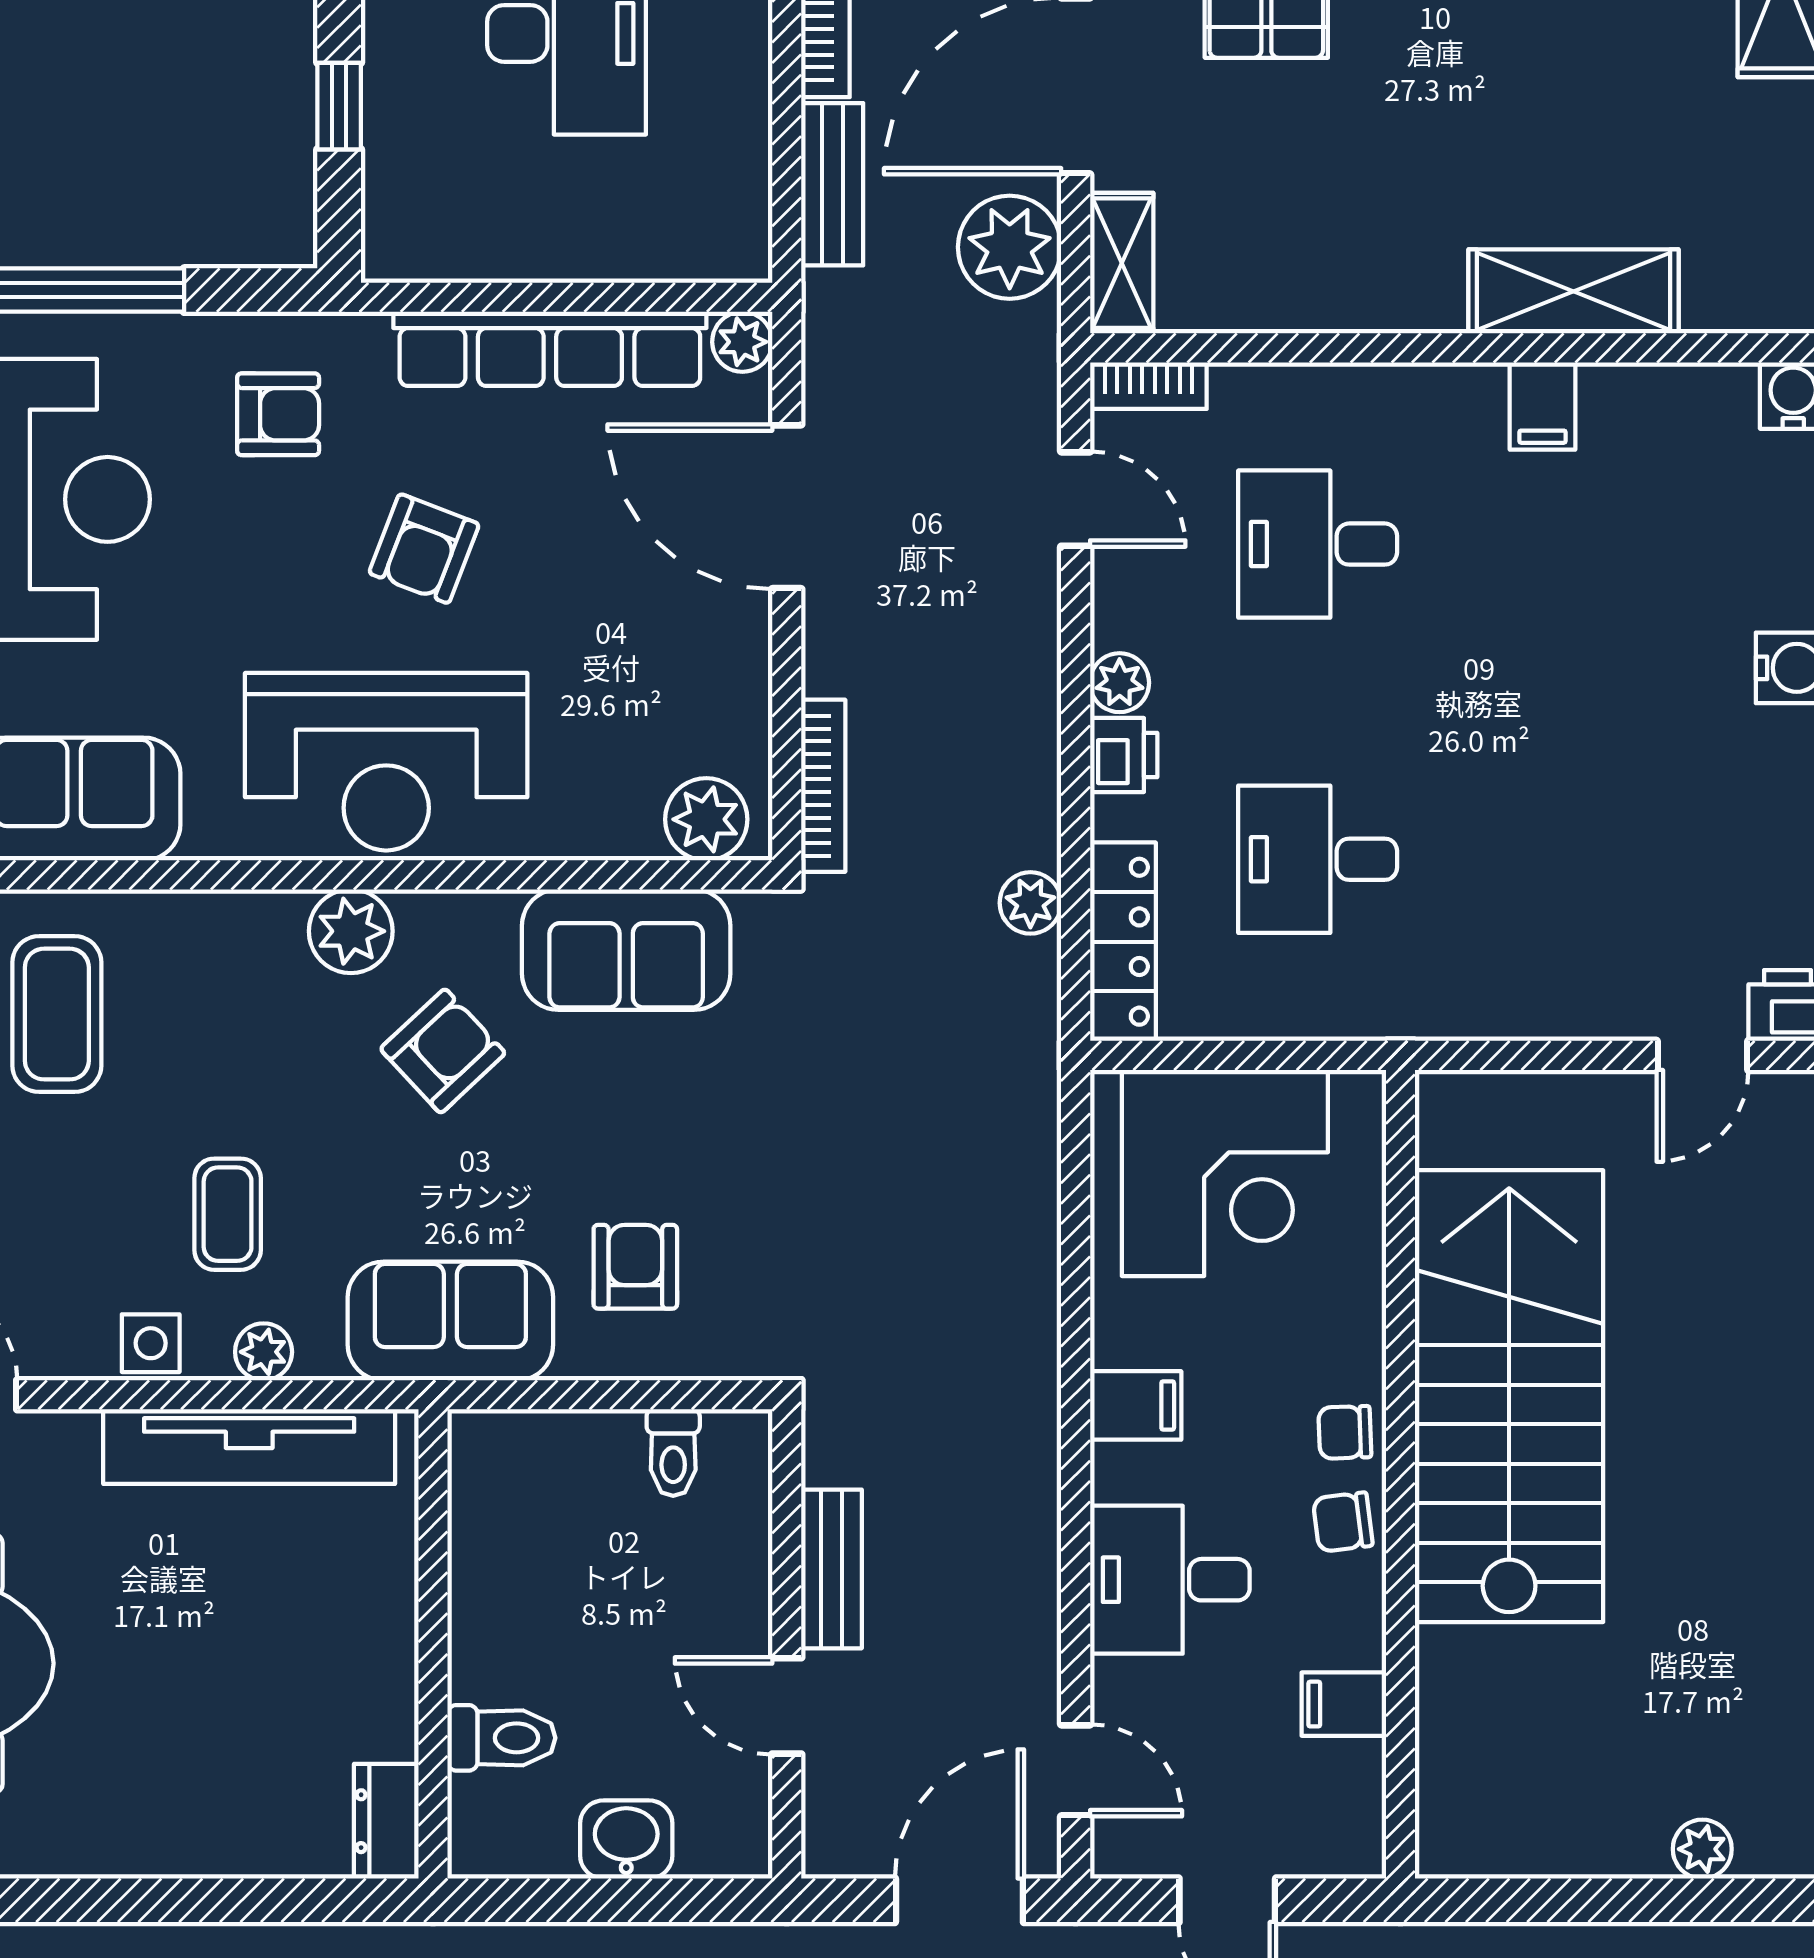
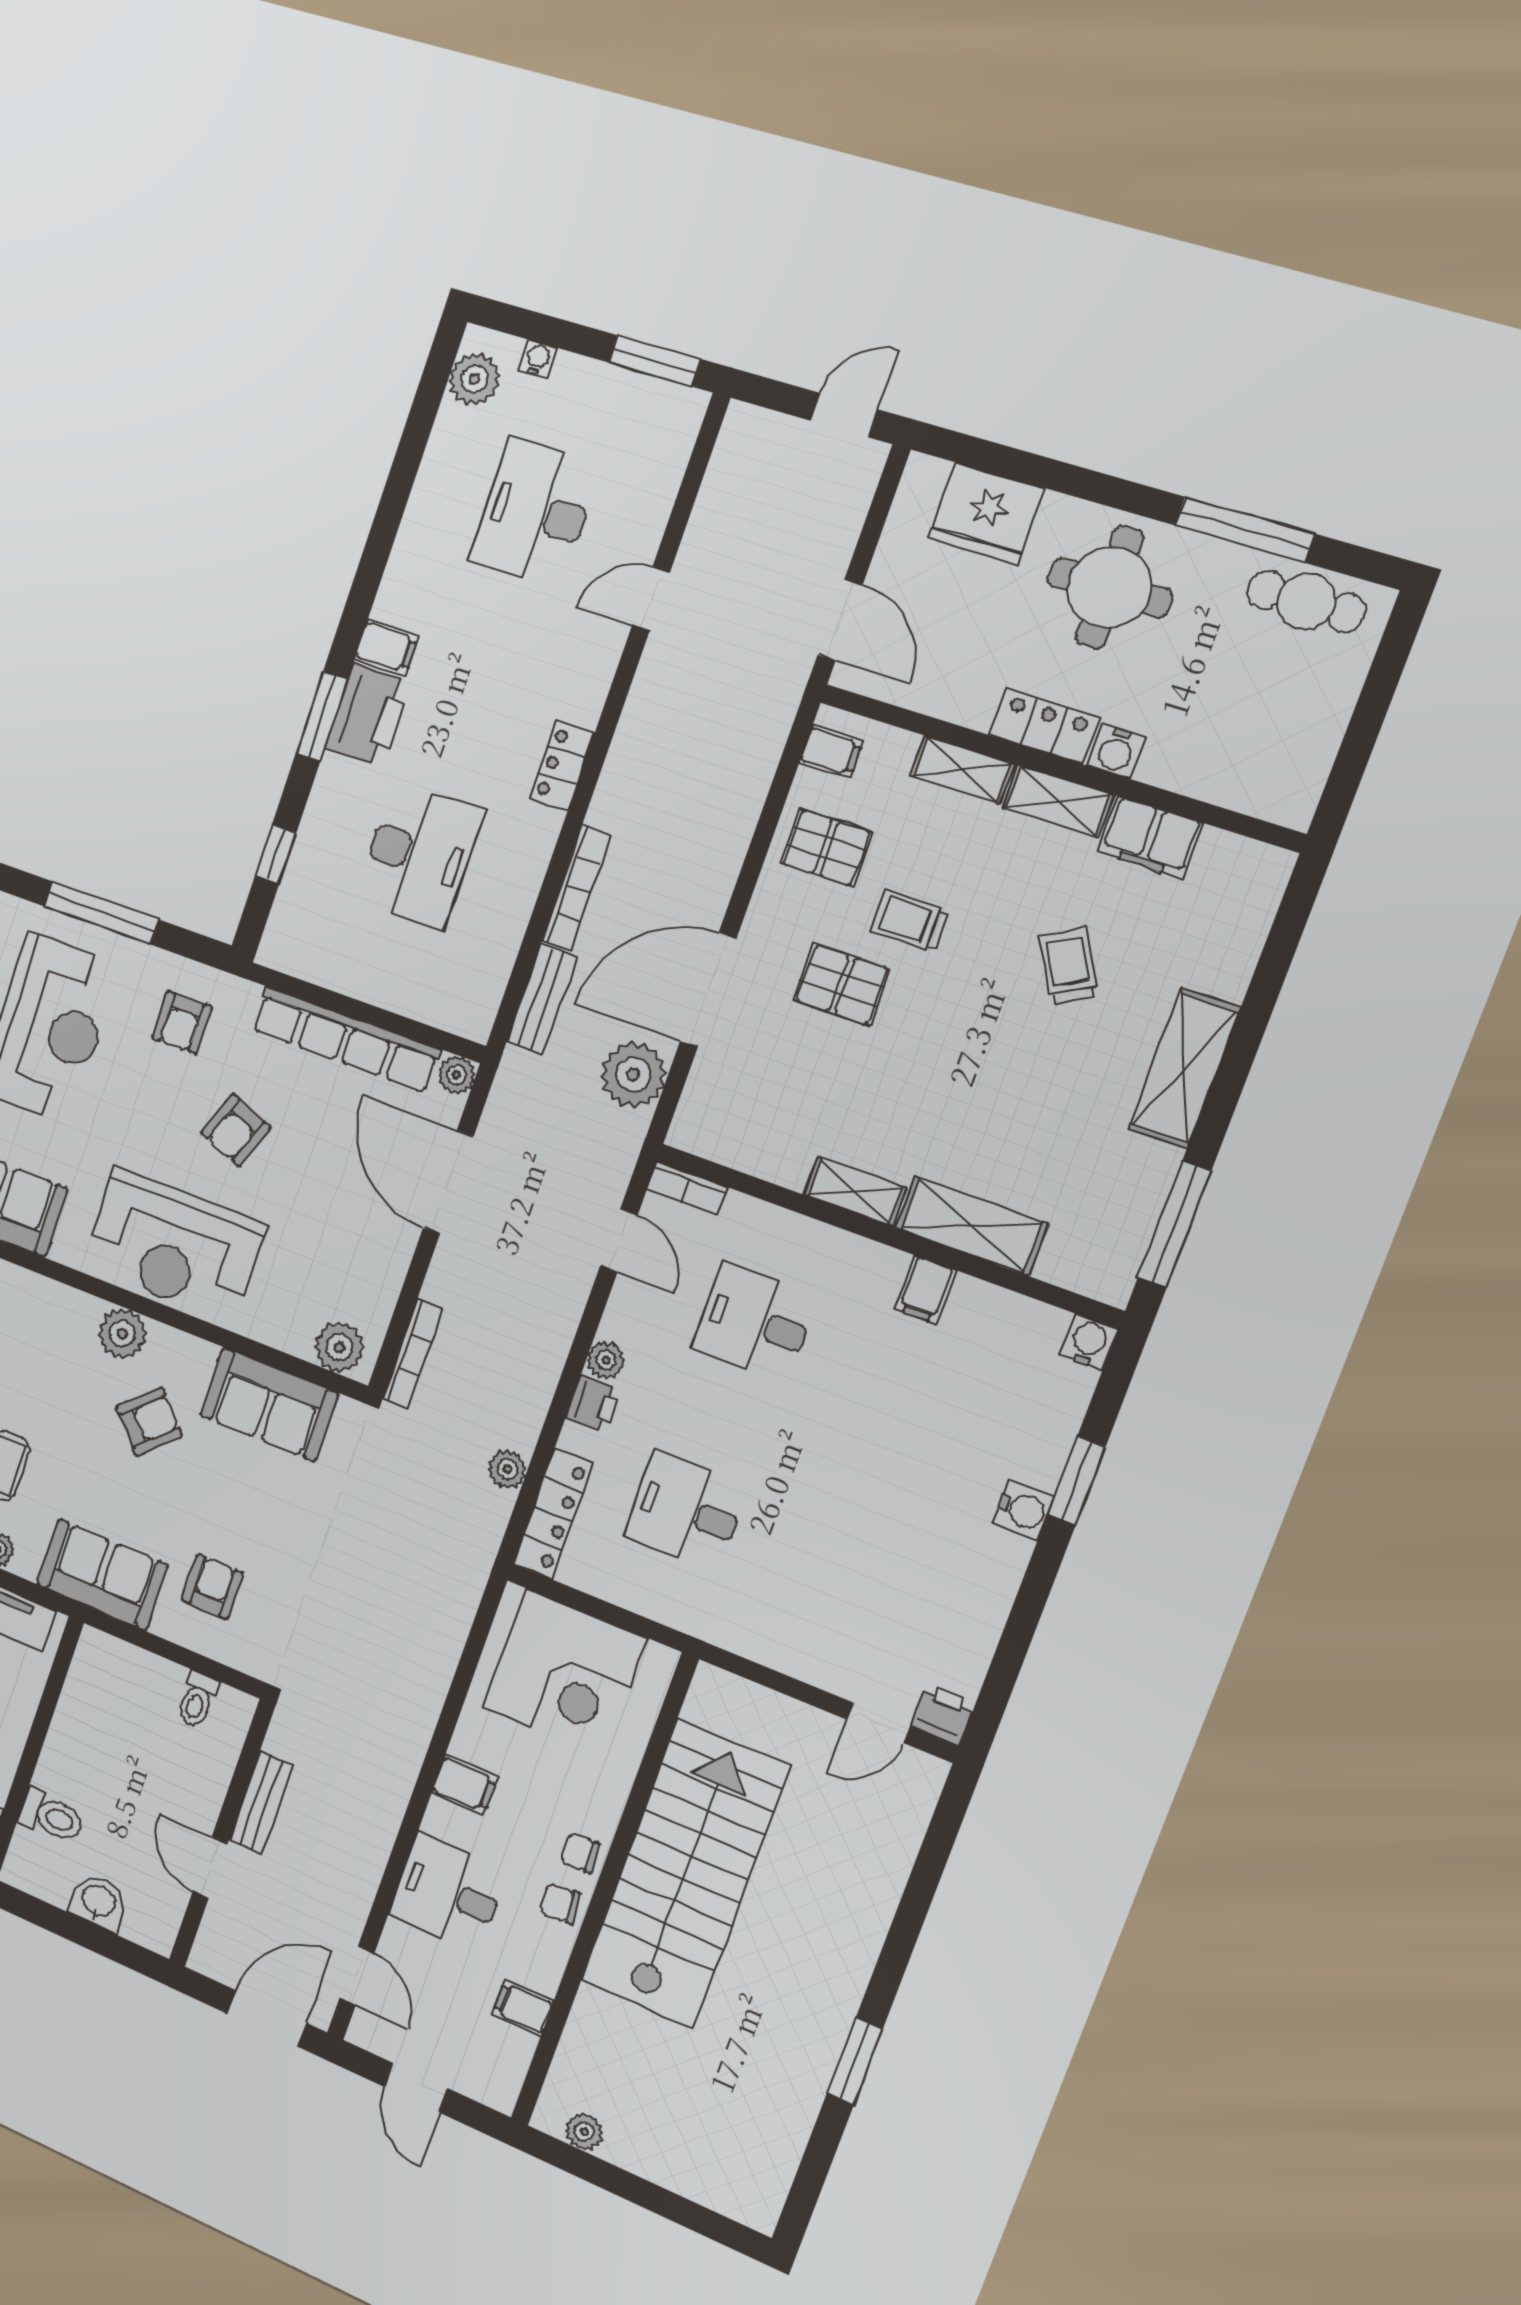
shelving: (1122, 263) -> (855, 1191), moved, turned 90
armchair: (278, 414) -> (182, 1023), turned 90
plant: (1702, 1849) -> (584, 2132), moved

